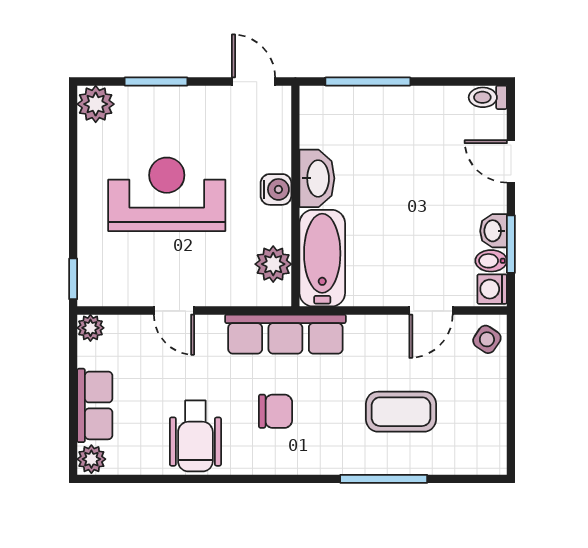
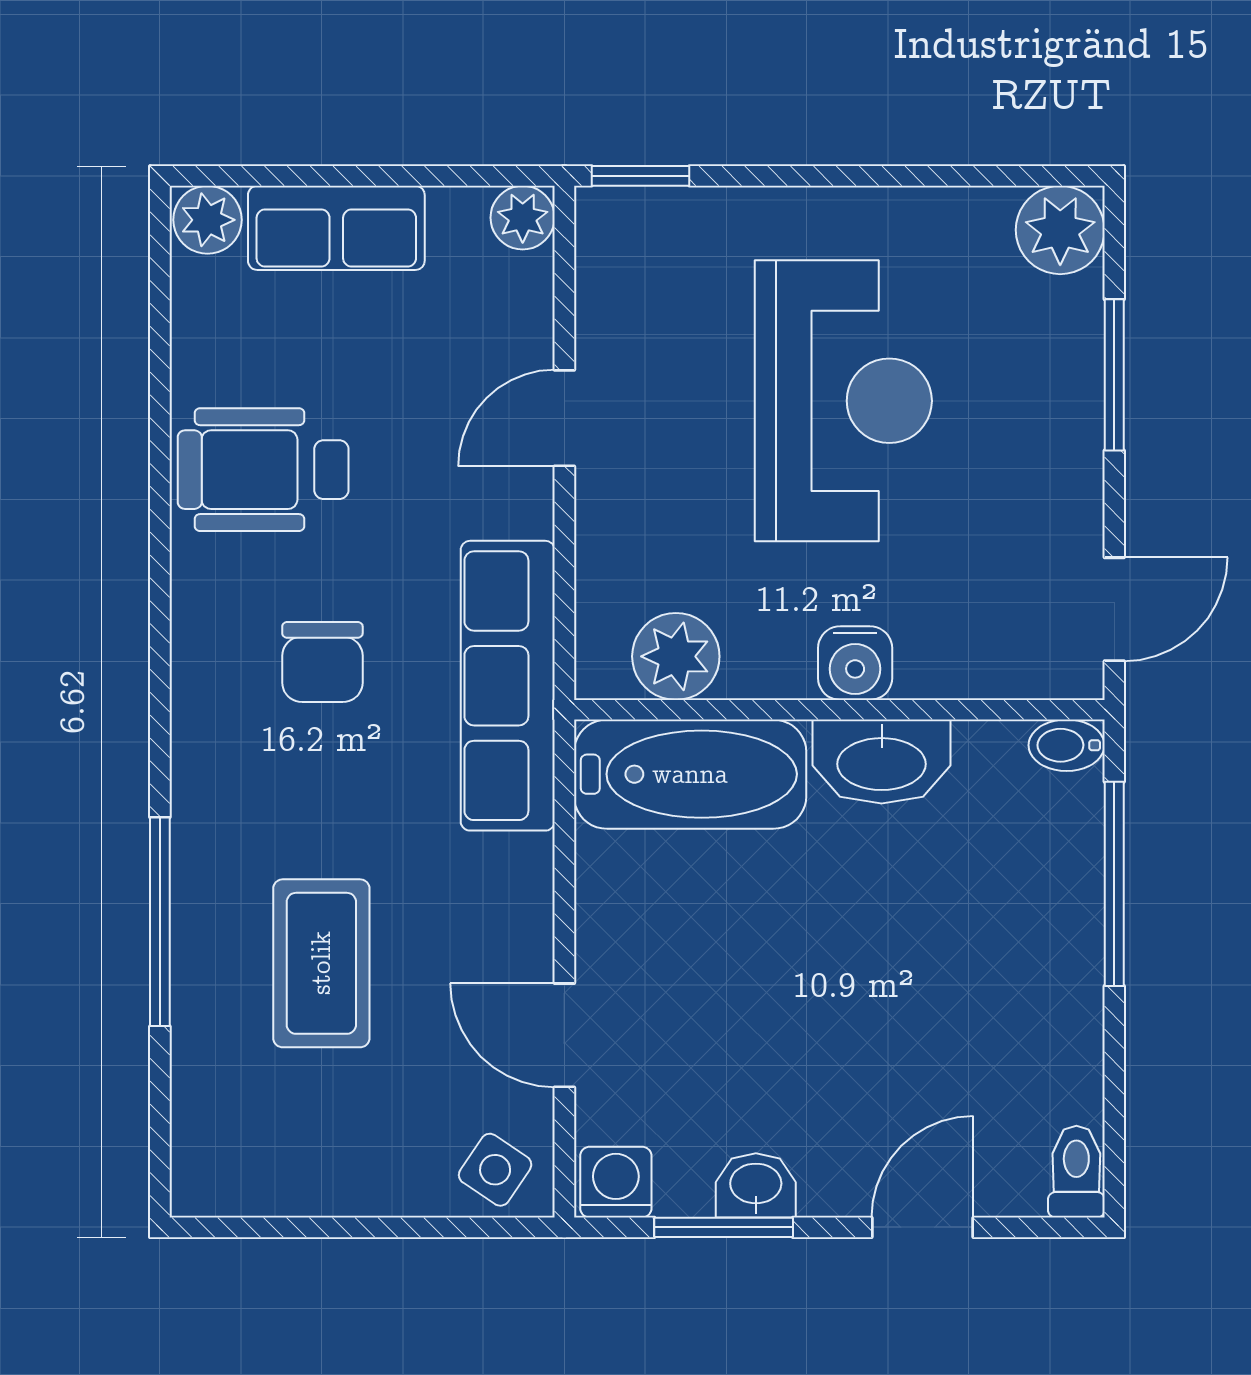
bidet: (491, 261) -> (1067, 745), moved, turned -90

